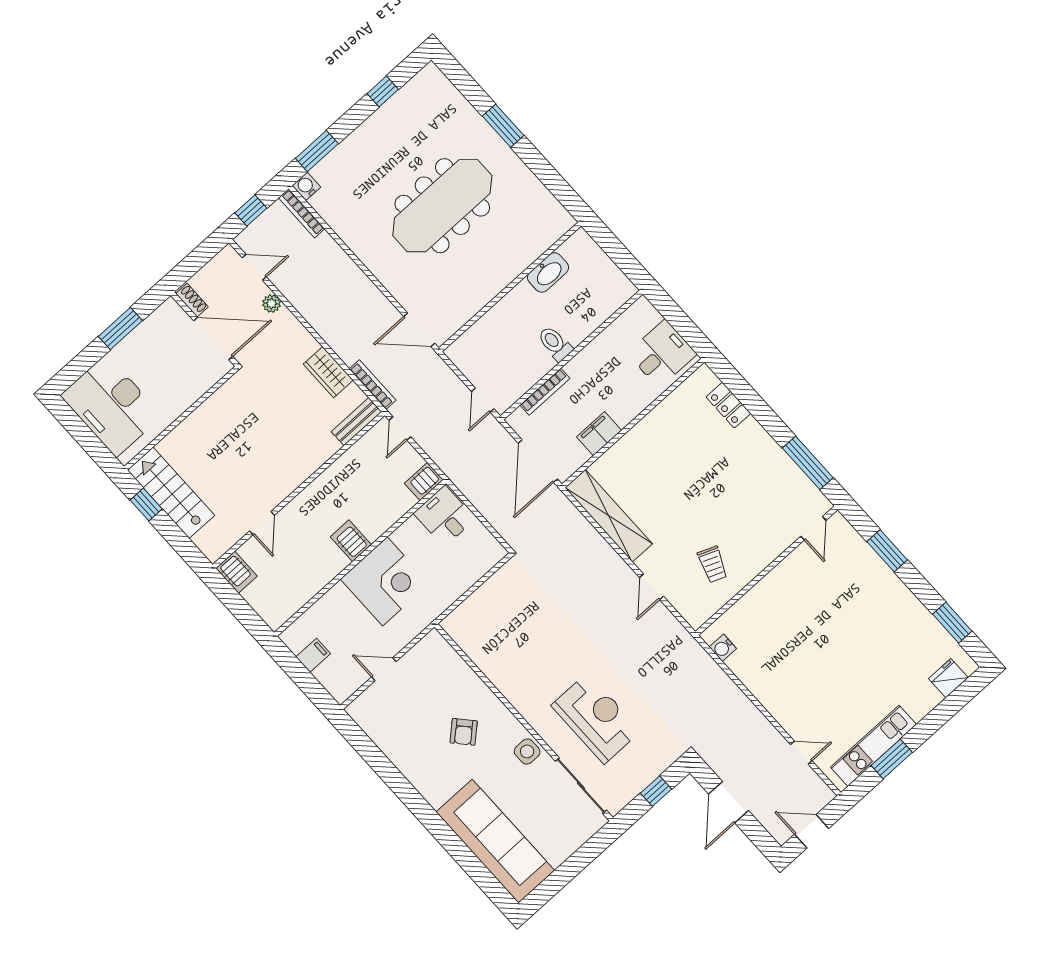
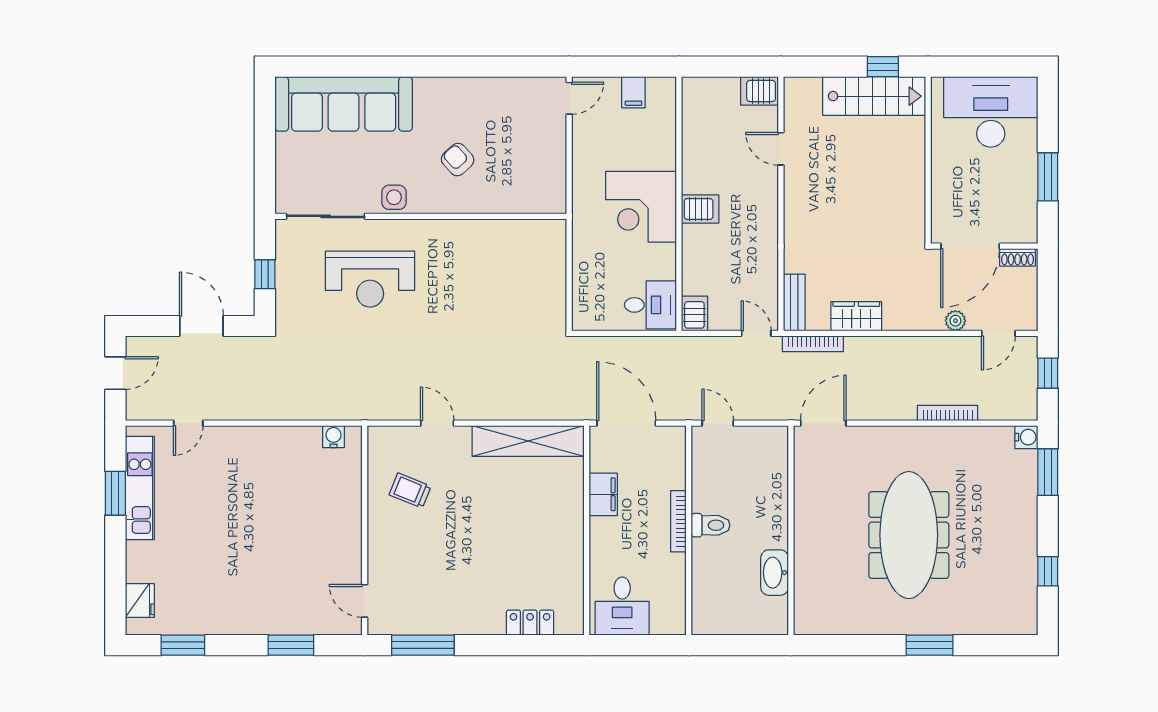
bookcase: (302, 213) -> (948, 413), moved
bookcase: (545, 392) -> (678, 521), moved
door: (384, 669) -> (569, 98), moved

